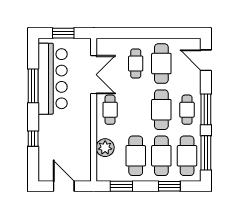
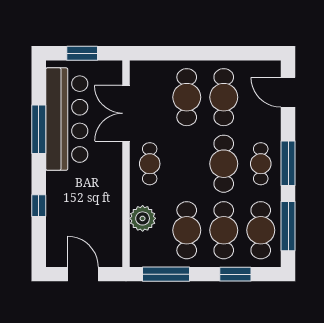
cafe table: (136, 64) -> (187, 97), width x1.37, depth x1.35
double door: (94, 75) -> (126, 113), swing flipped
window: (121, 186) -> (166, 274), width x1.44

